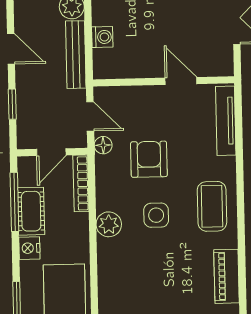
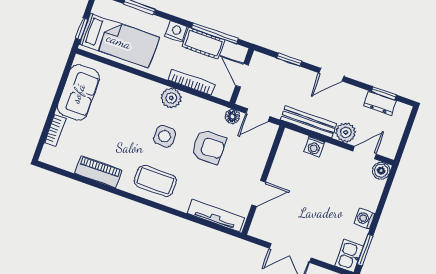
bookcase: (81, 183) -> (191, 82), moved

